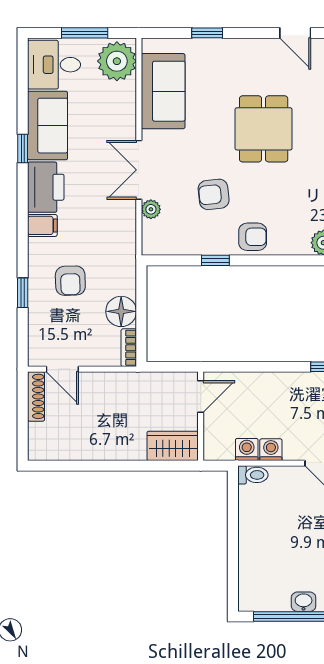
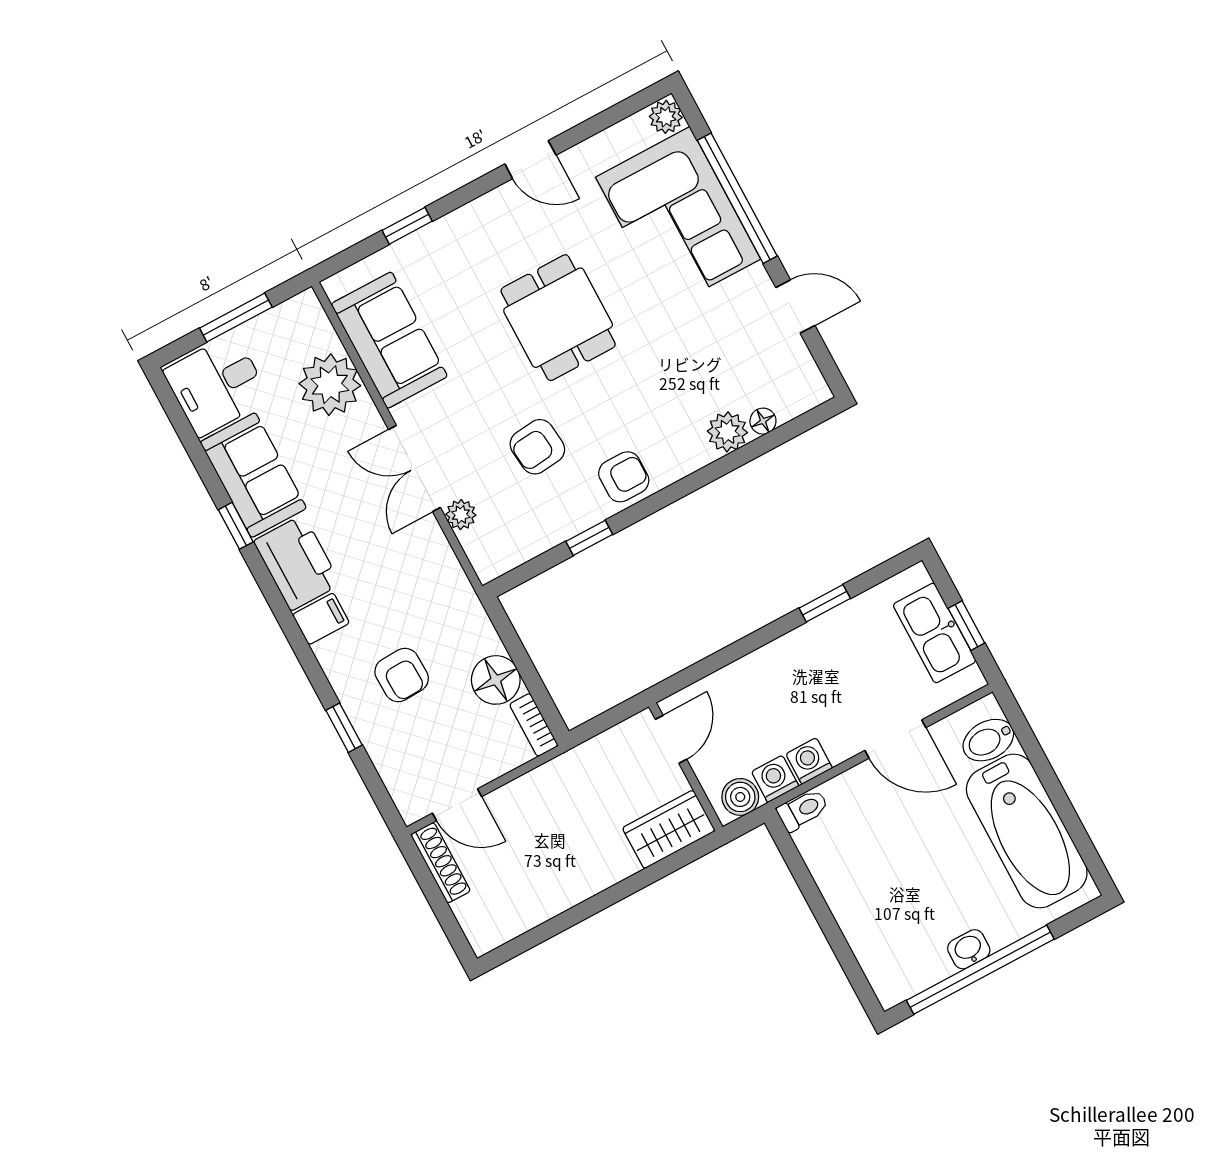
plant: (117, 61) -> (330, 385), moved
boiler: (222, 449) -> (740, 797), added

